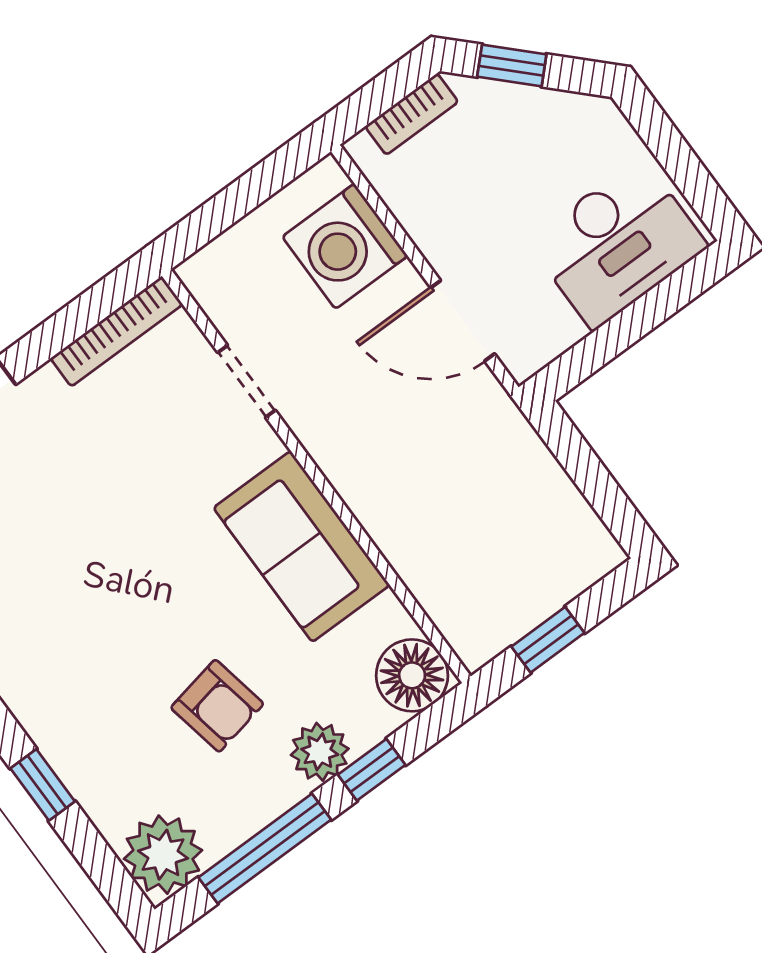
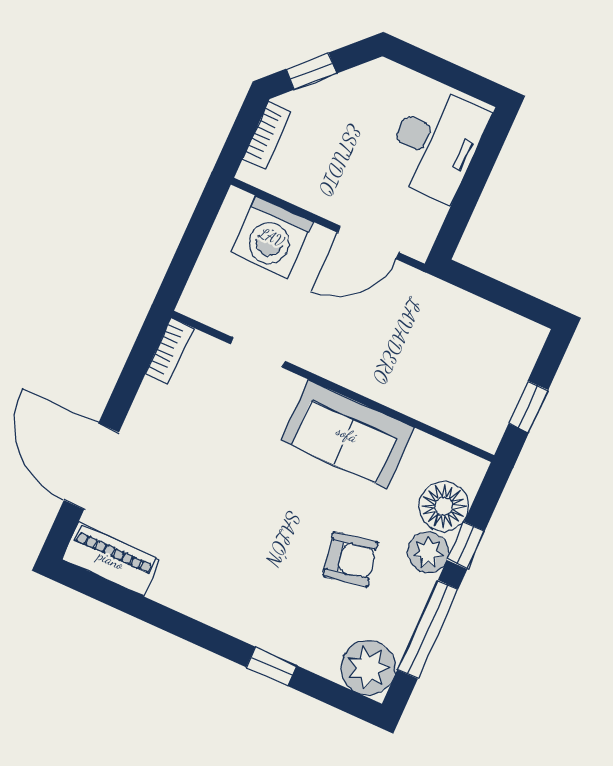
bookcase: (117, 331) -> (169, 351), width x0.64
floor lamp: (412, 675) -> (444, 506), moved

